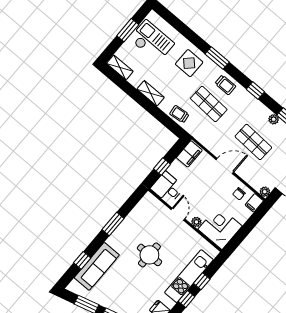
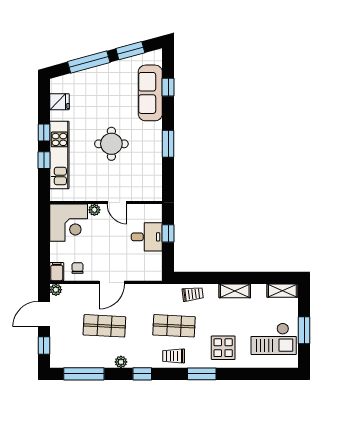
plant: (274, 119) -> (121, 362), moved
filing cabinet: (189, 154) -> (153, 266), removed
desk: (167, 188) -> (147, 237), moved

